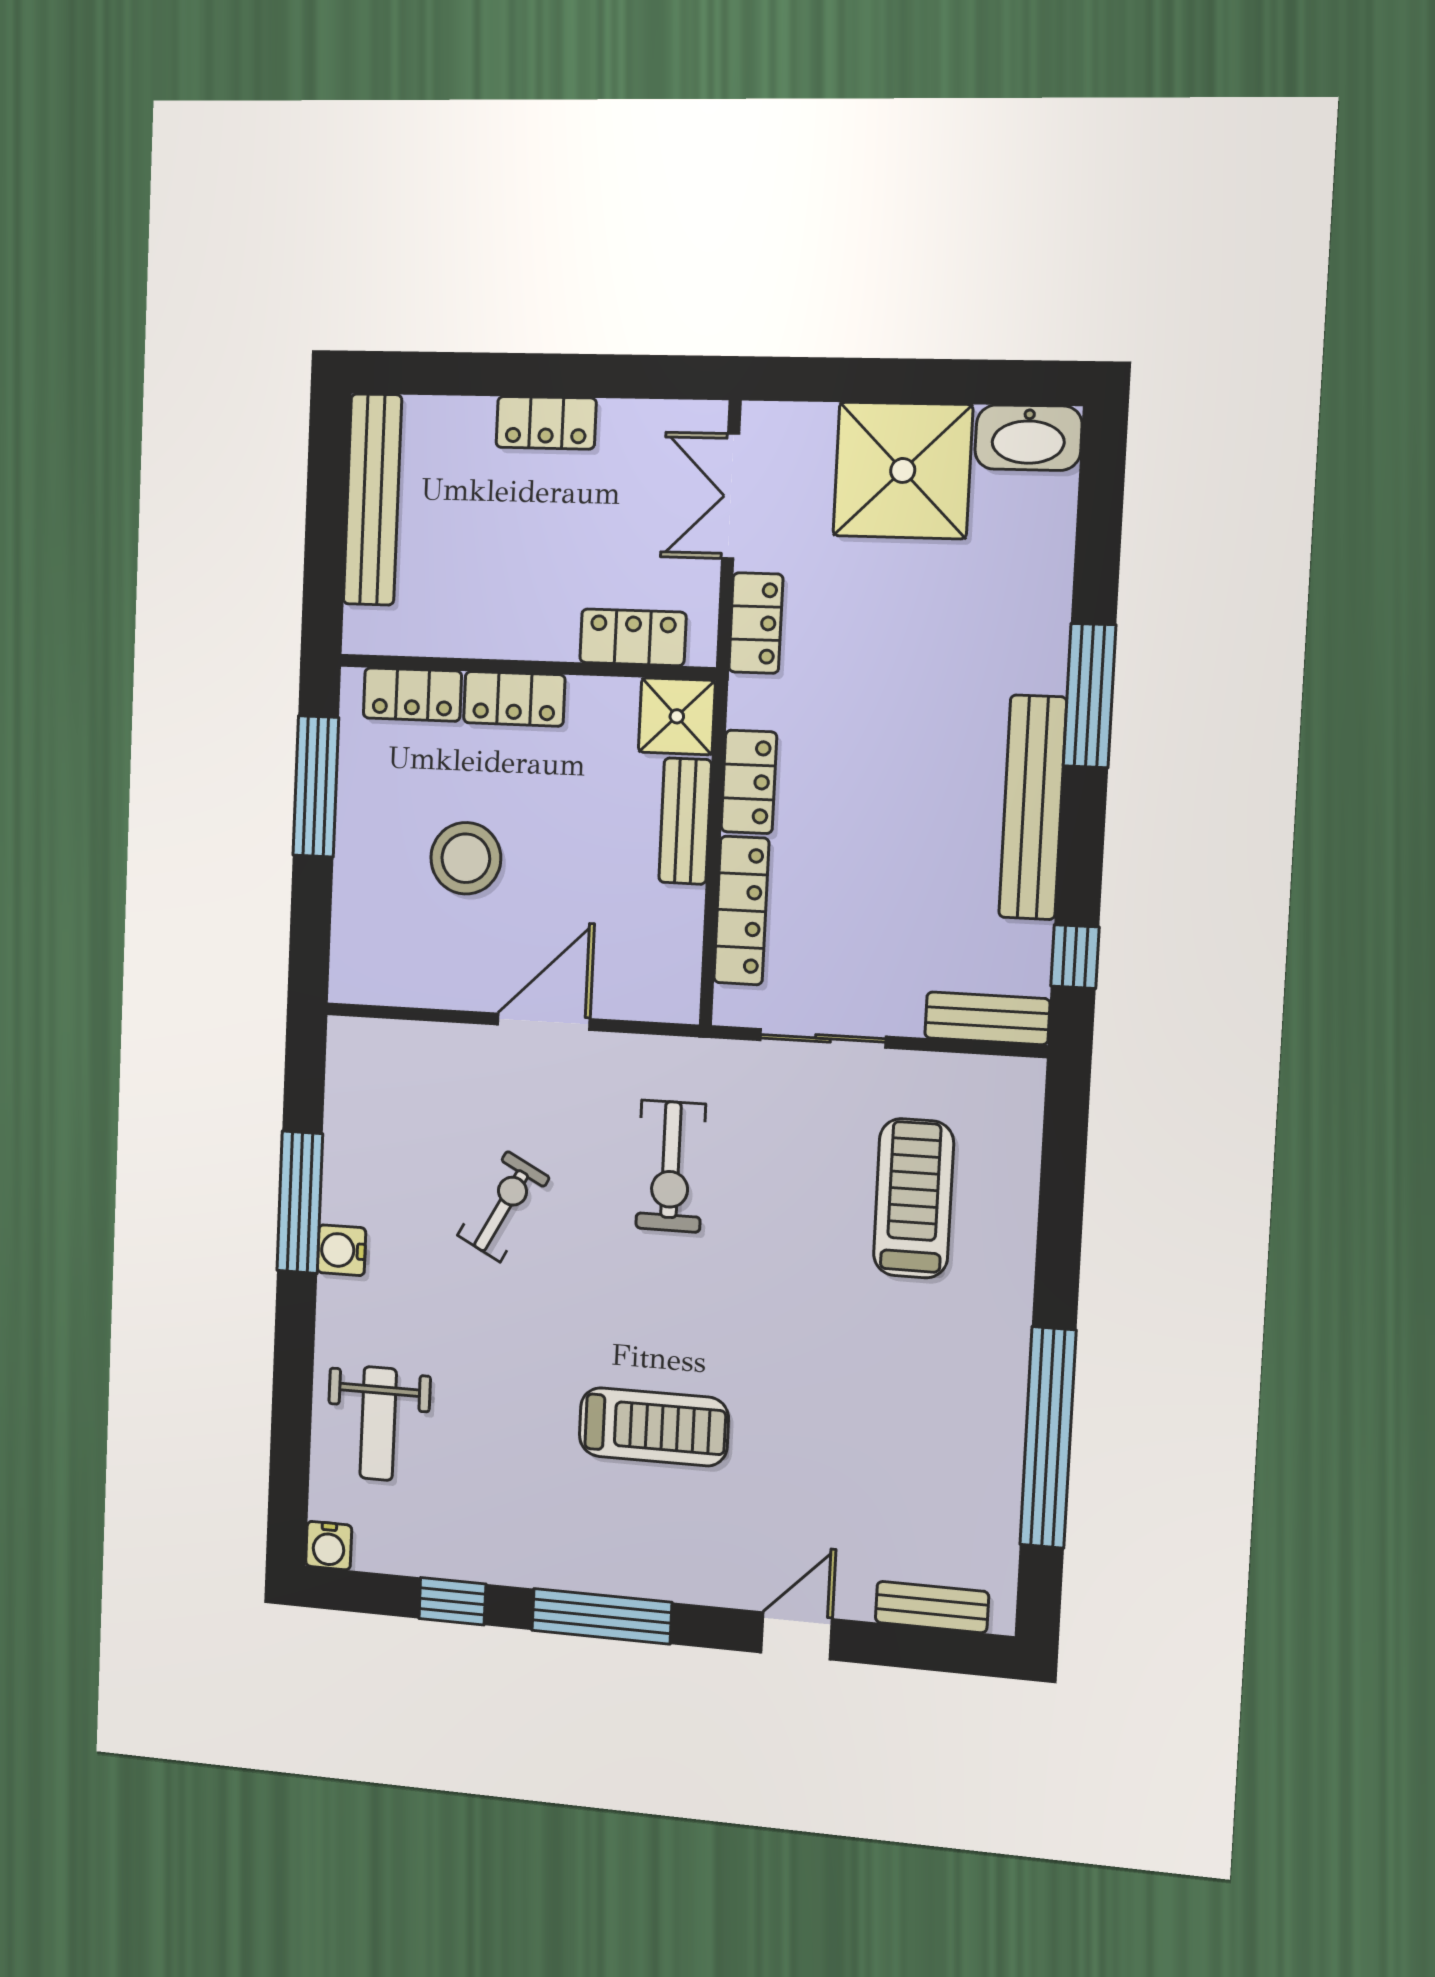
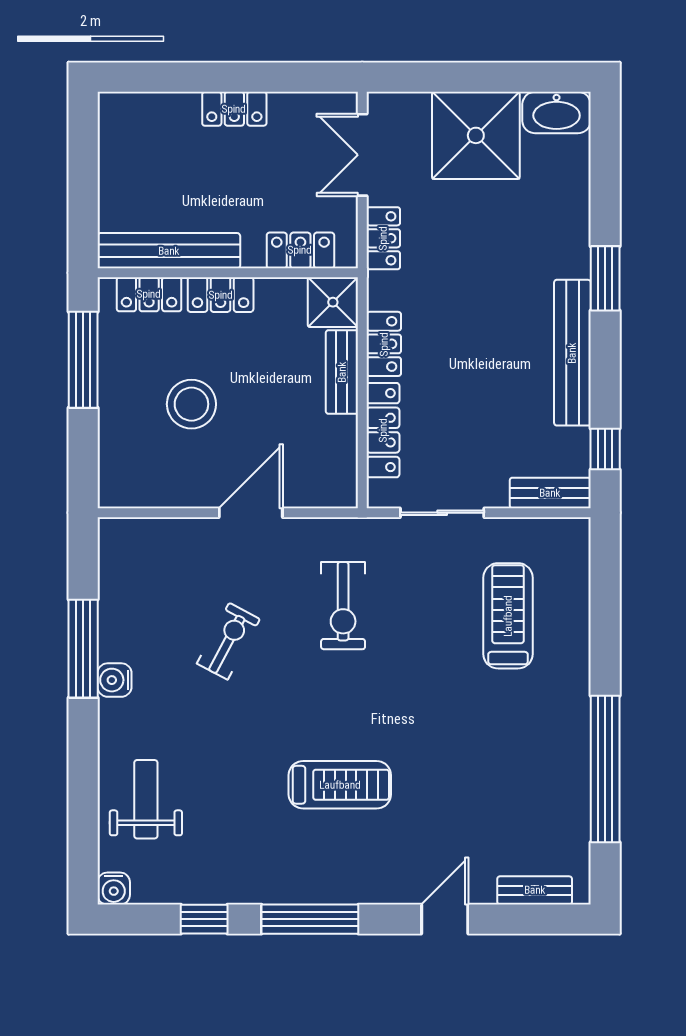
bench: (372, 500) -> (169, 251), moved, turned 90
window: (1090, 696) -> (605, 278), width x0.69
weight bench: (378, 1424) -> (146, 799), turned 180

